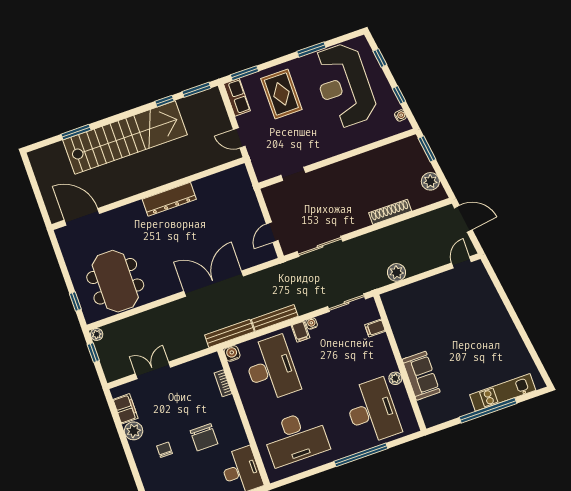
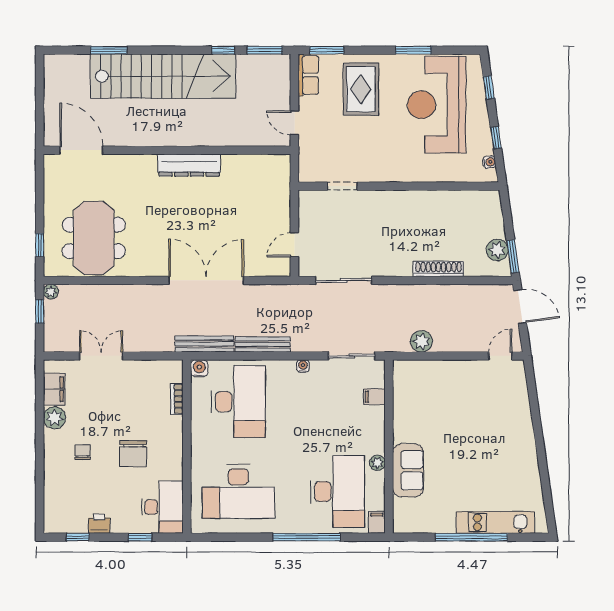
window: (427, 149) -> (513, 256), moved
filing cabinet: (300, 332) -> (377, 522), moved, turned 180

